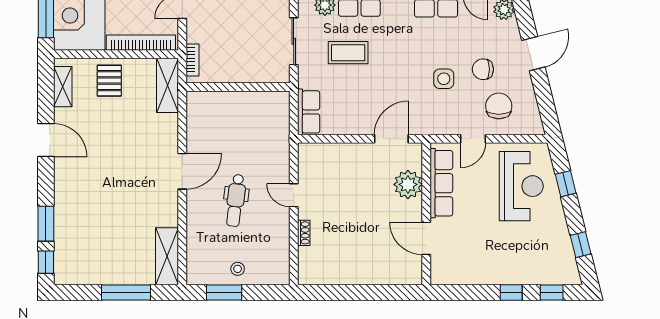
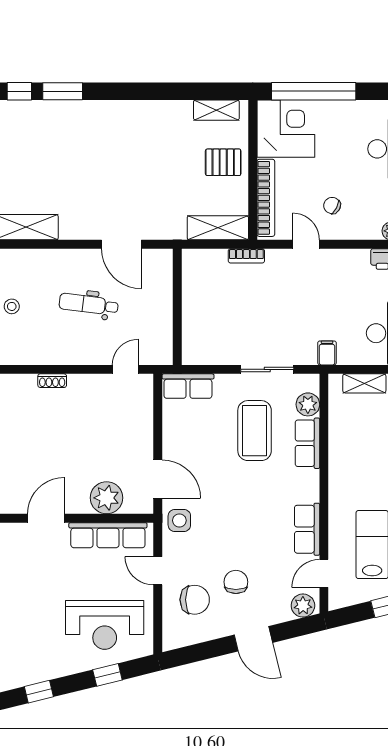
coffee table: (348, 53) -> (255, 431), width x1.36, depth x1.32
side table: (444, 79) -> (179, 520), moved
wall: (238, 87) -> (177, 307), moved
door: (46, 140) -> (156, 91), removed
door: (294, 195) -> (125, 369), moved

